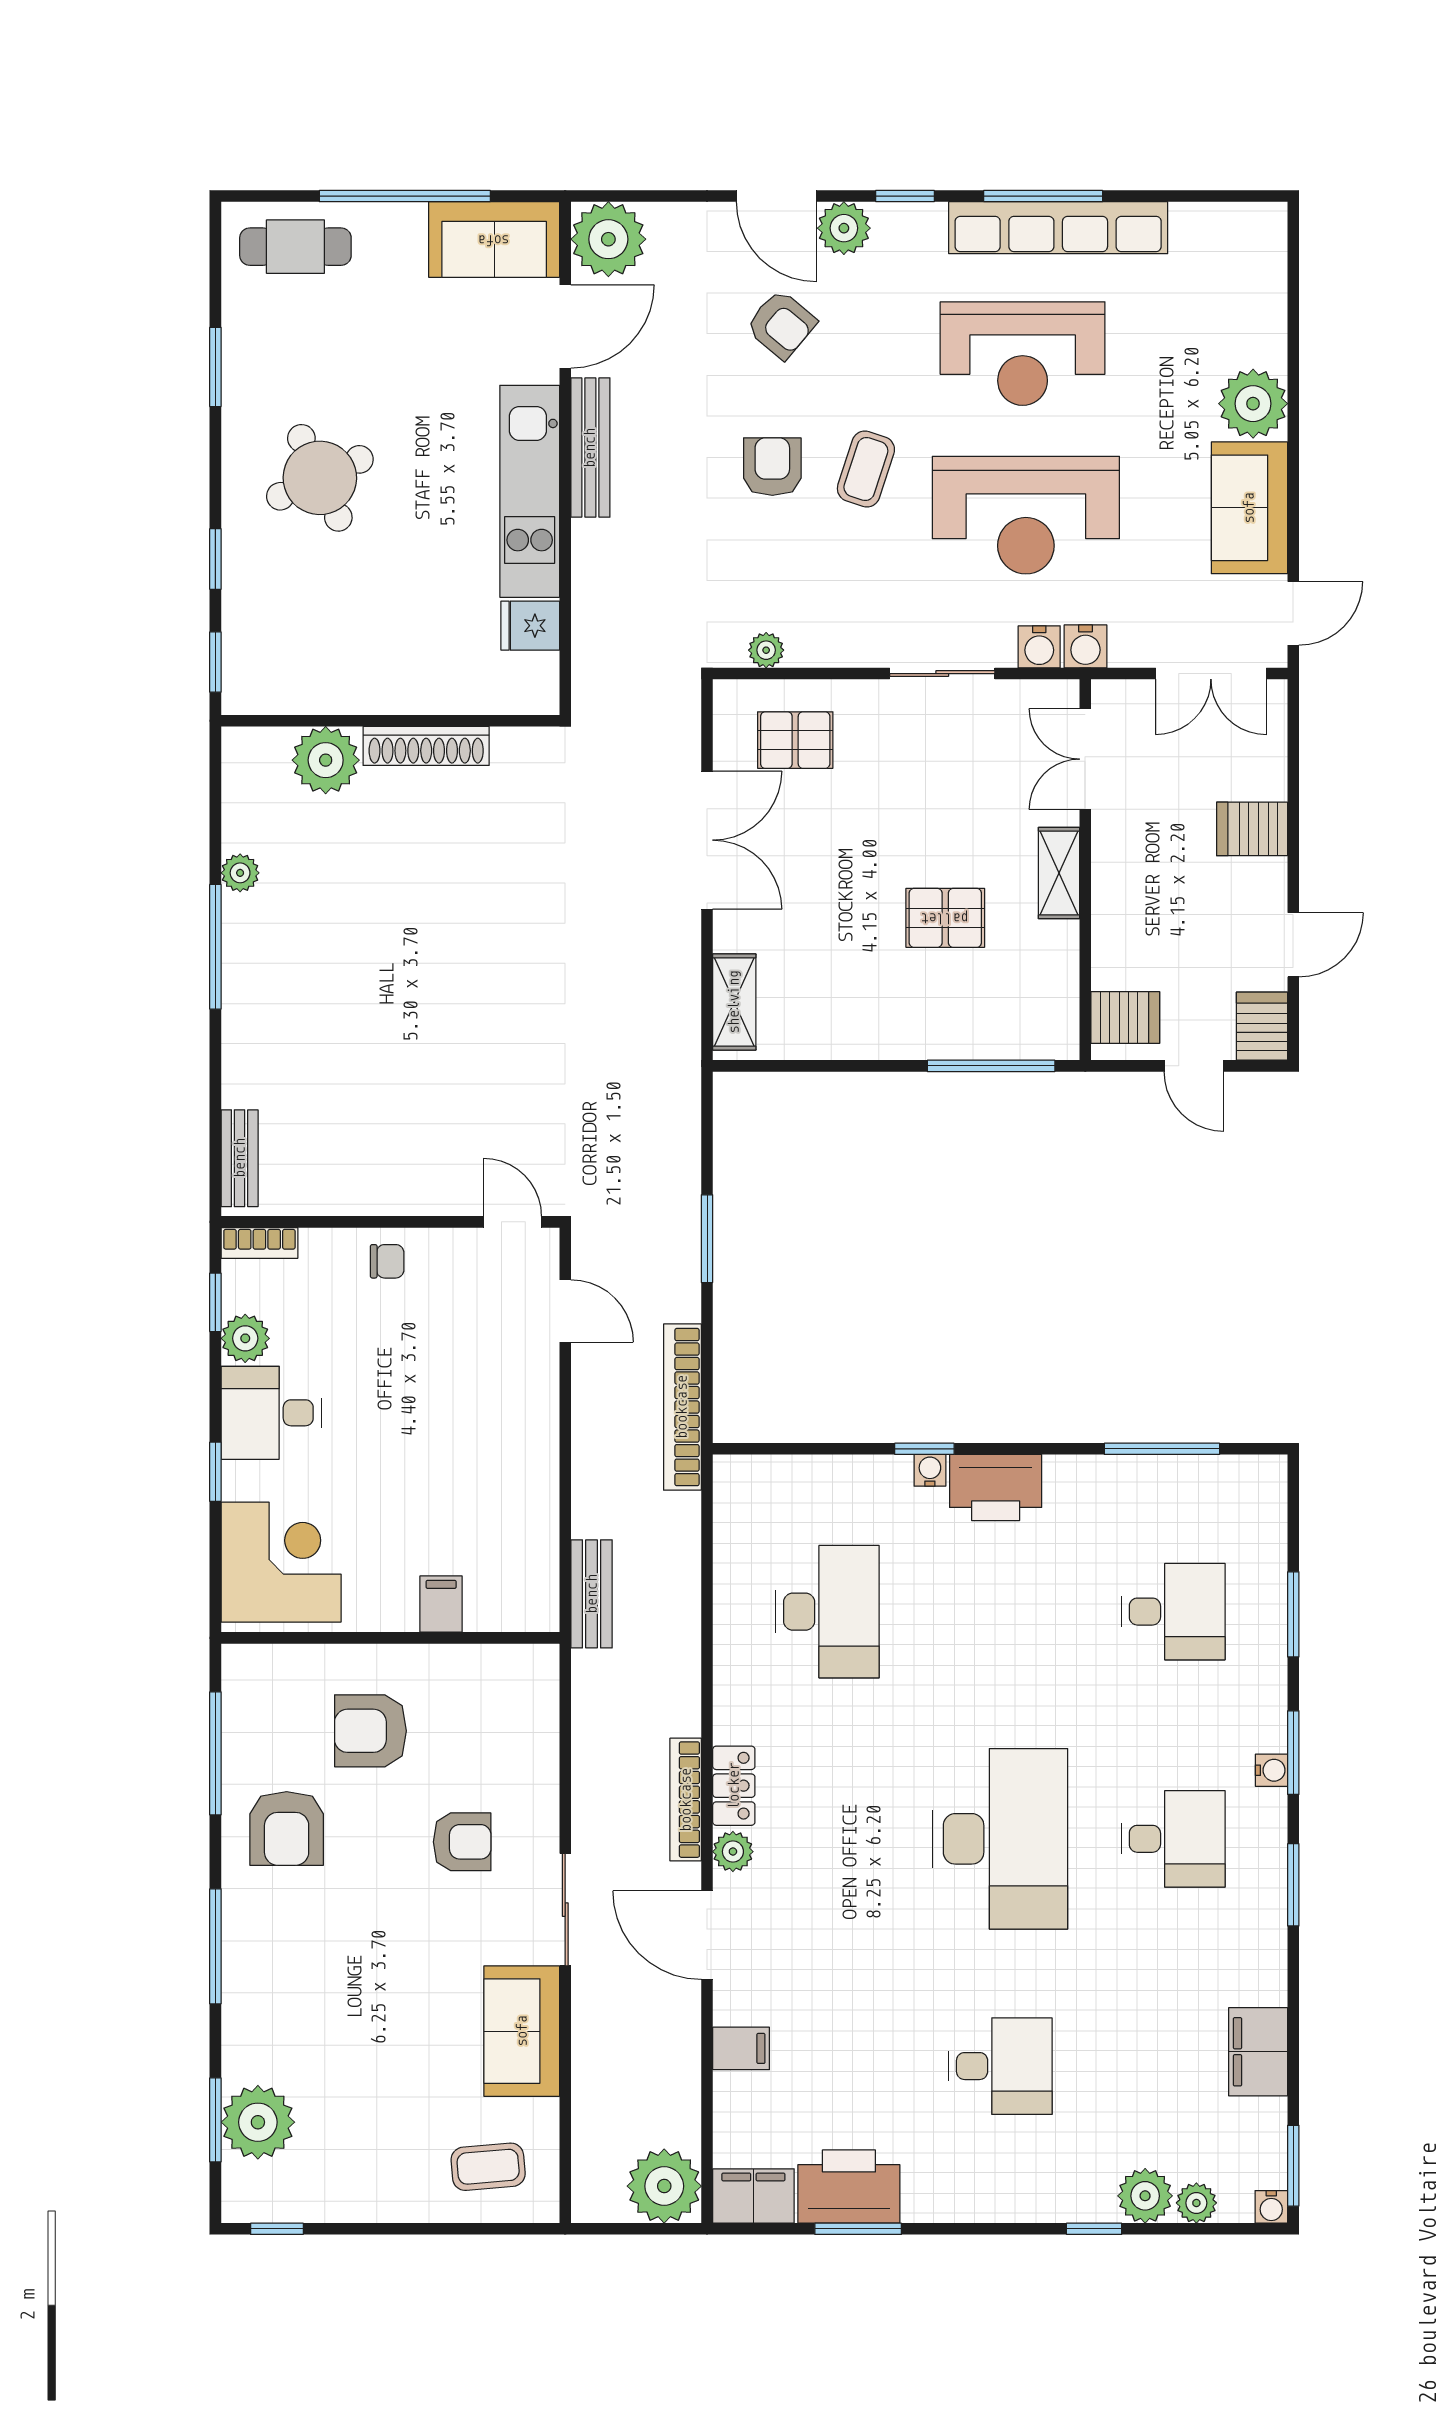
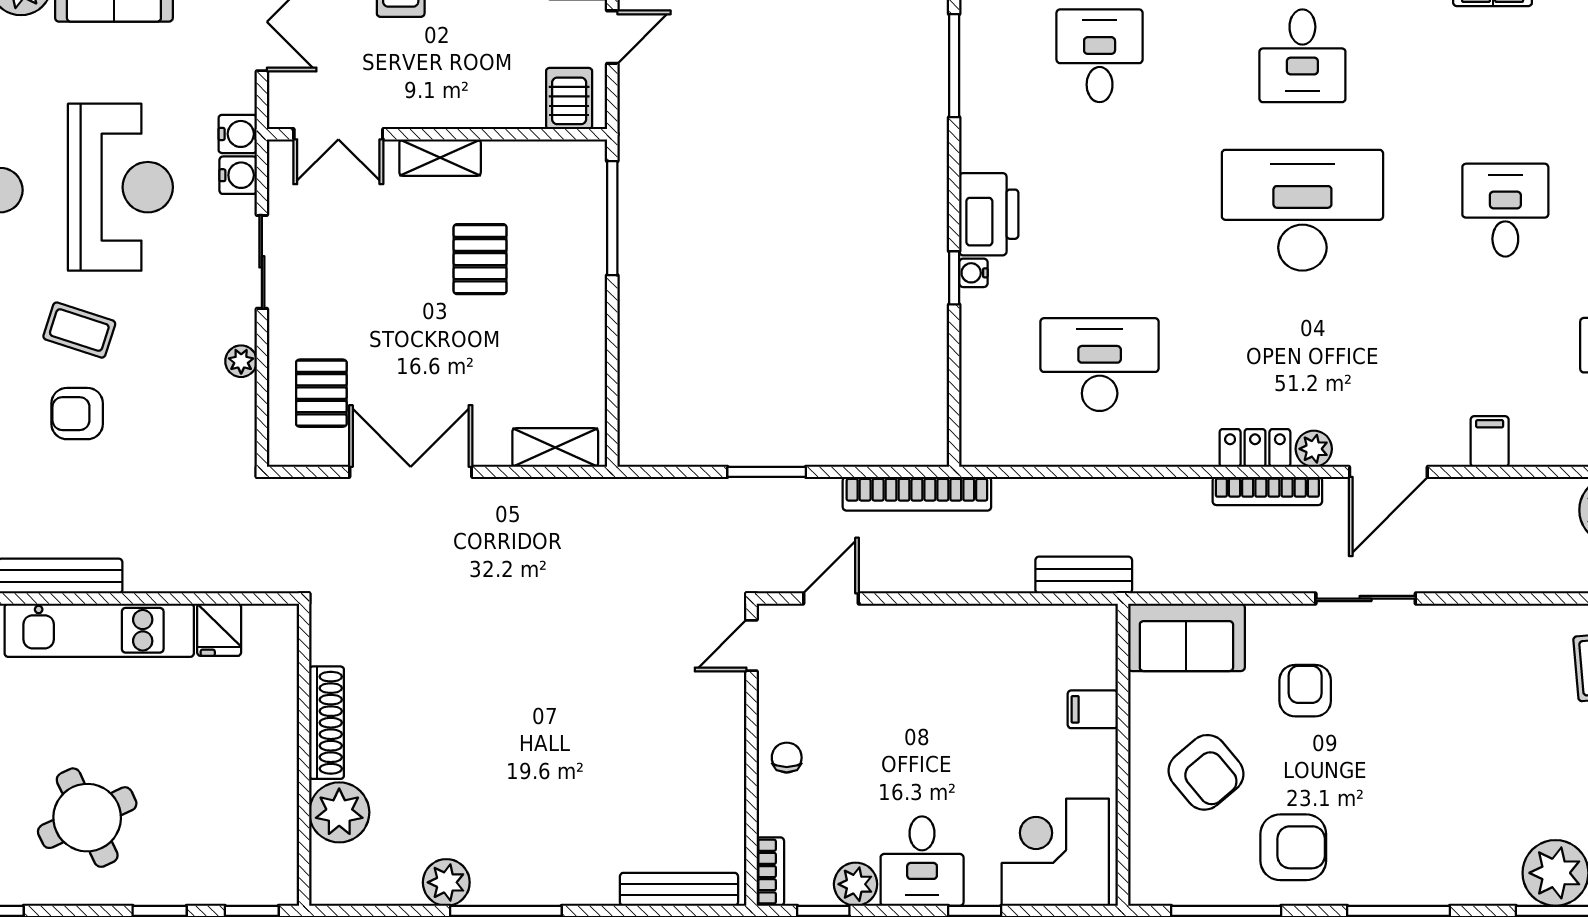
plant: (766, 650) -> (241, 361), moved
plant: (240, 873) -> (446, 882), width x1.38, depth x1.38
bench: (240, 1158) -> (679, 889), width x1.36
armchair: (371, 1731) -> (1206, 772), turned -40
desk: (1173, 1839) -> (1302, 56), turned 180
sofa: (522, 2031) -> (1186, 637), moved

